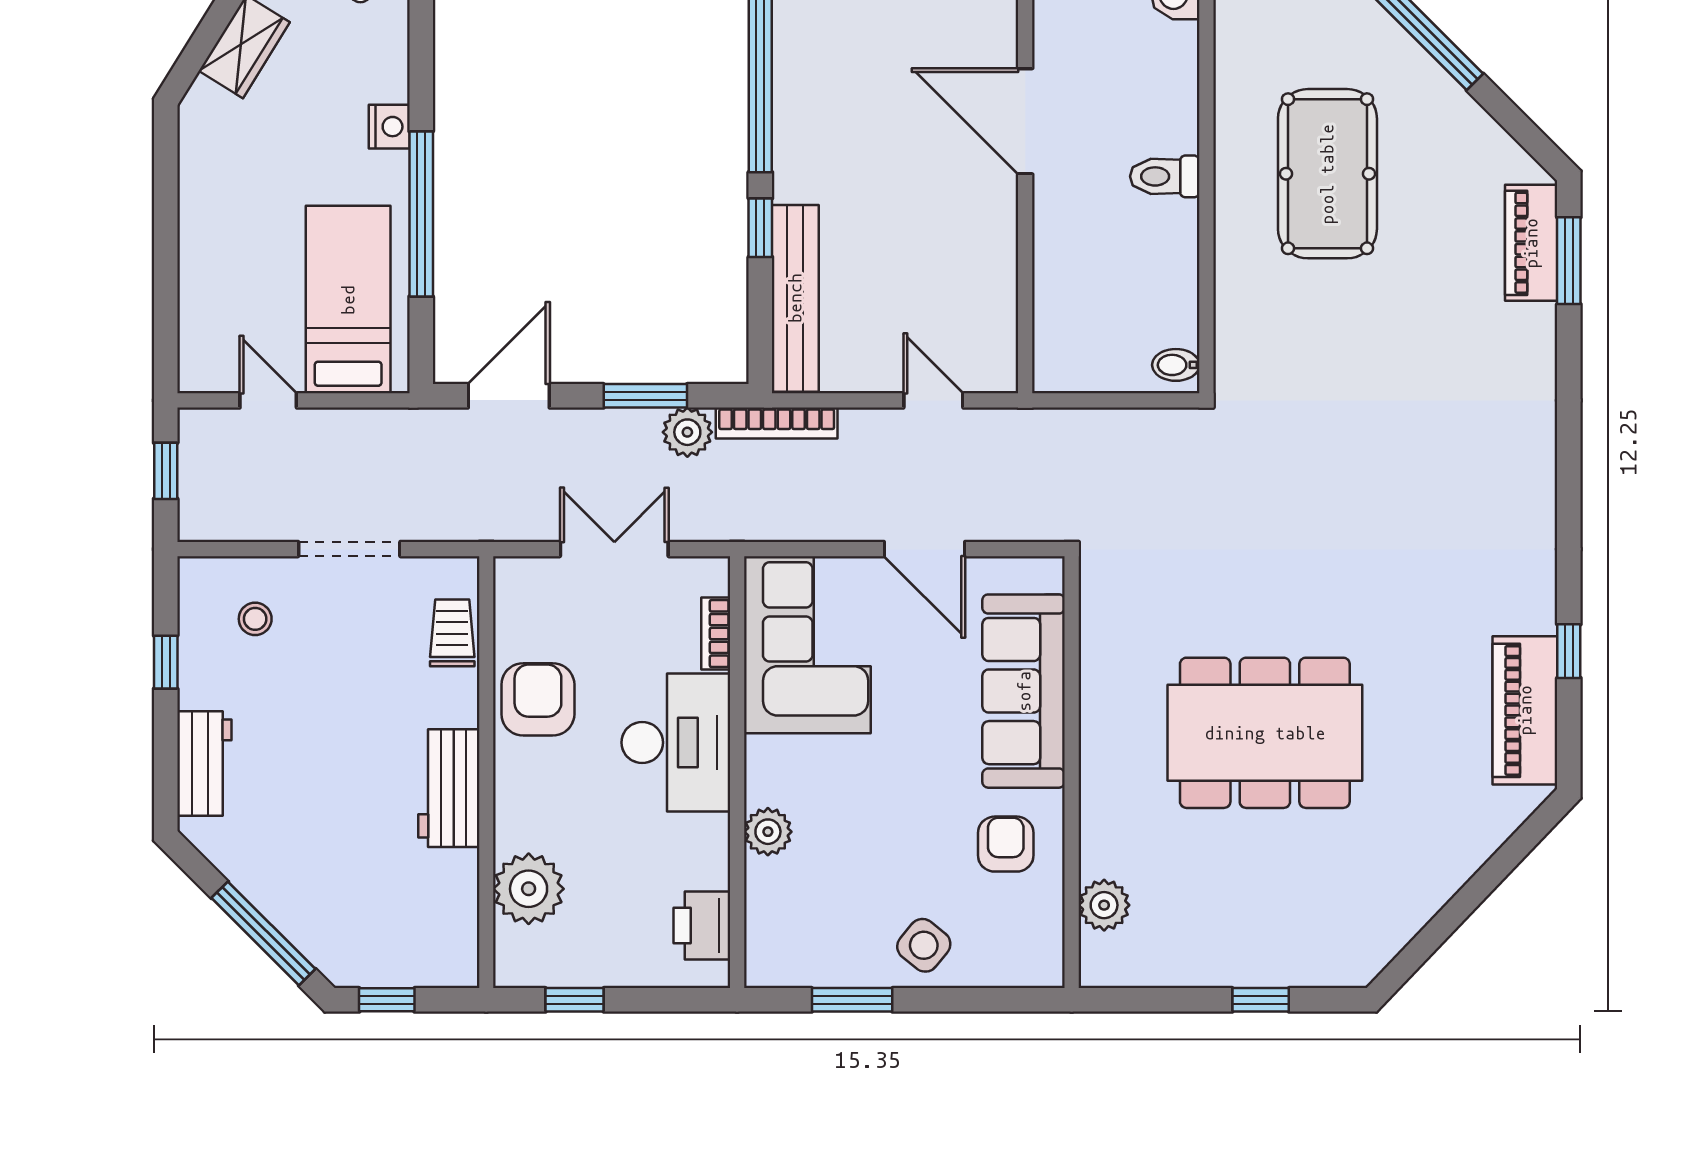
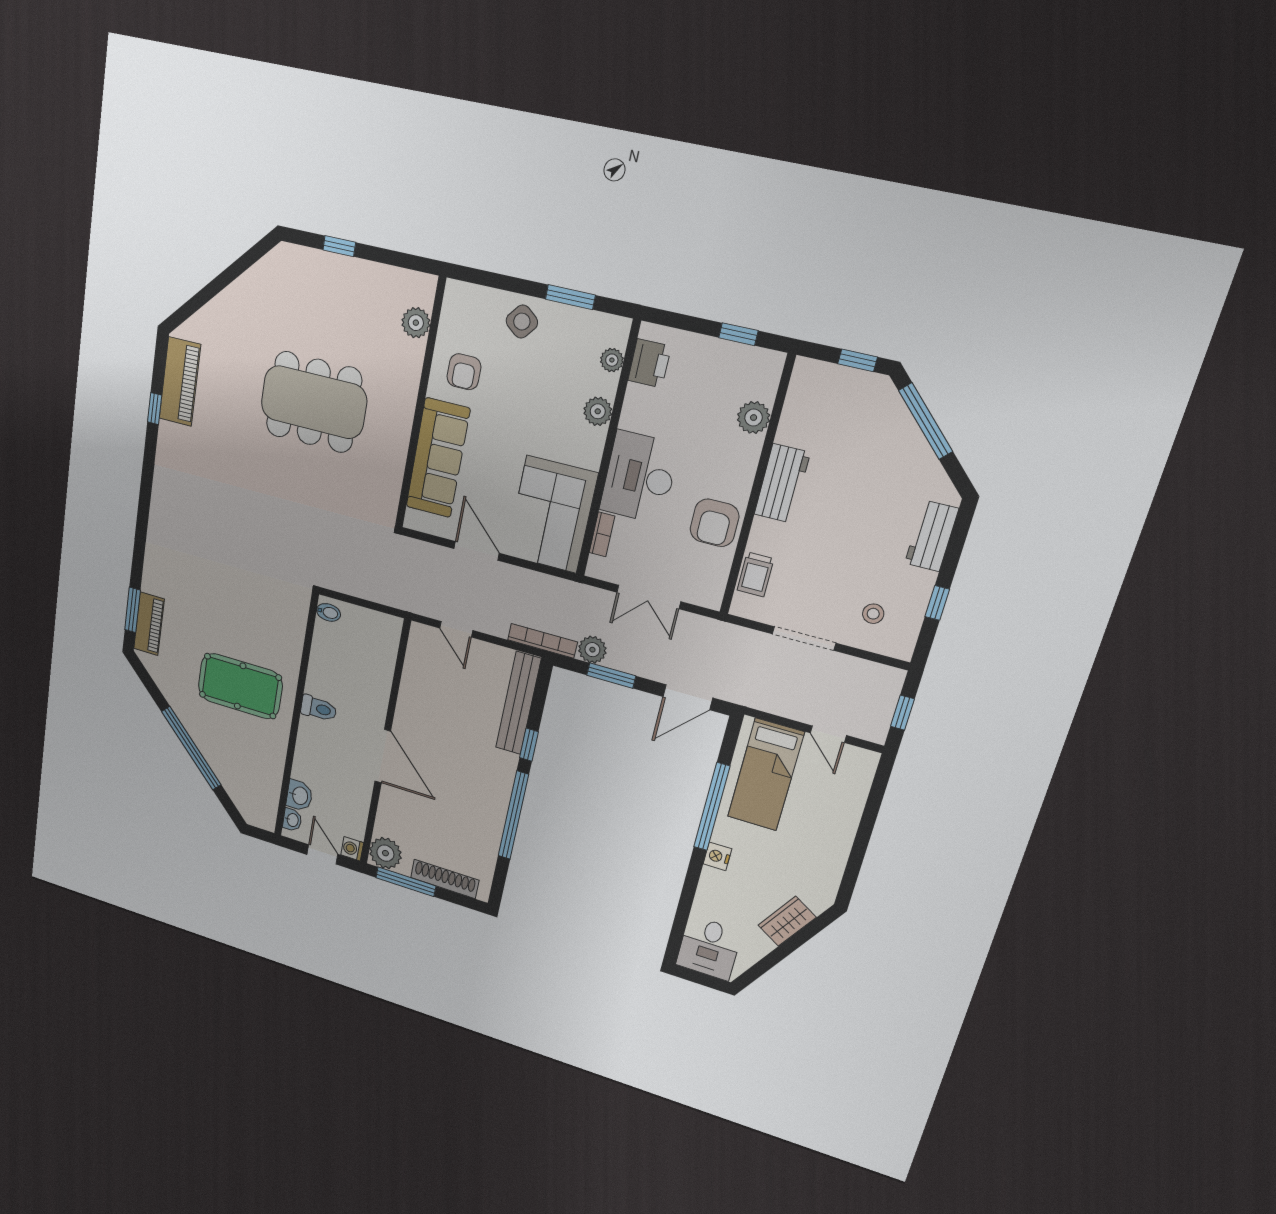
pool table: (1327, 174) -> (240, 686), turned 90
plant: (529, 889) -> (754, 418), width x0.73, depth x0.73
plant: (763, 917) -> (612, 360), added

